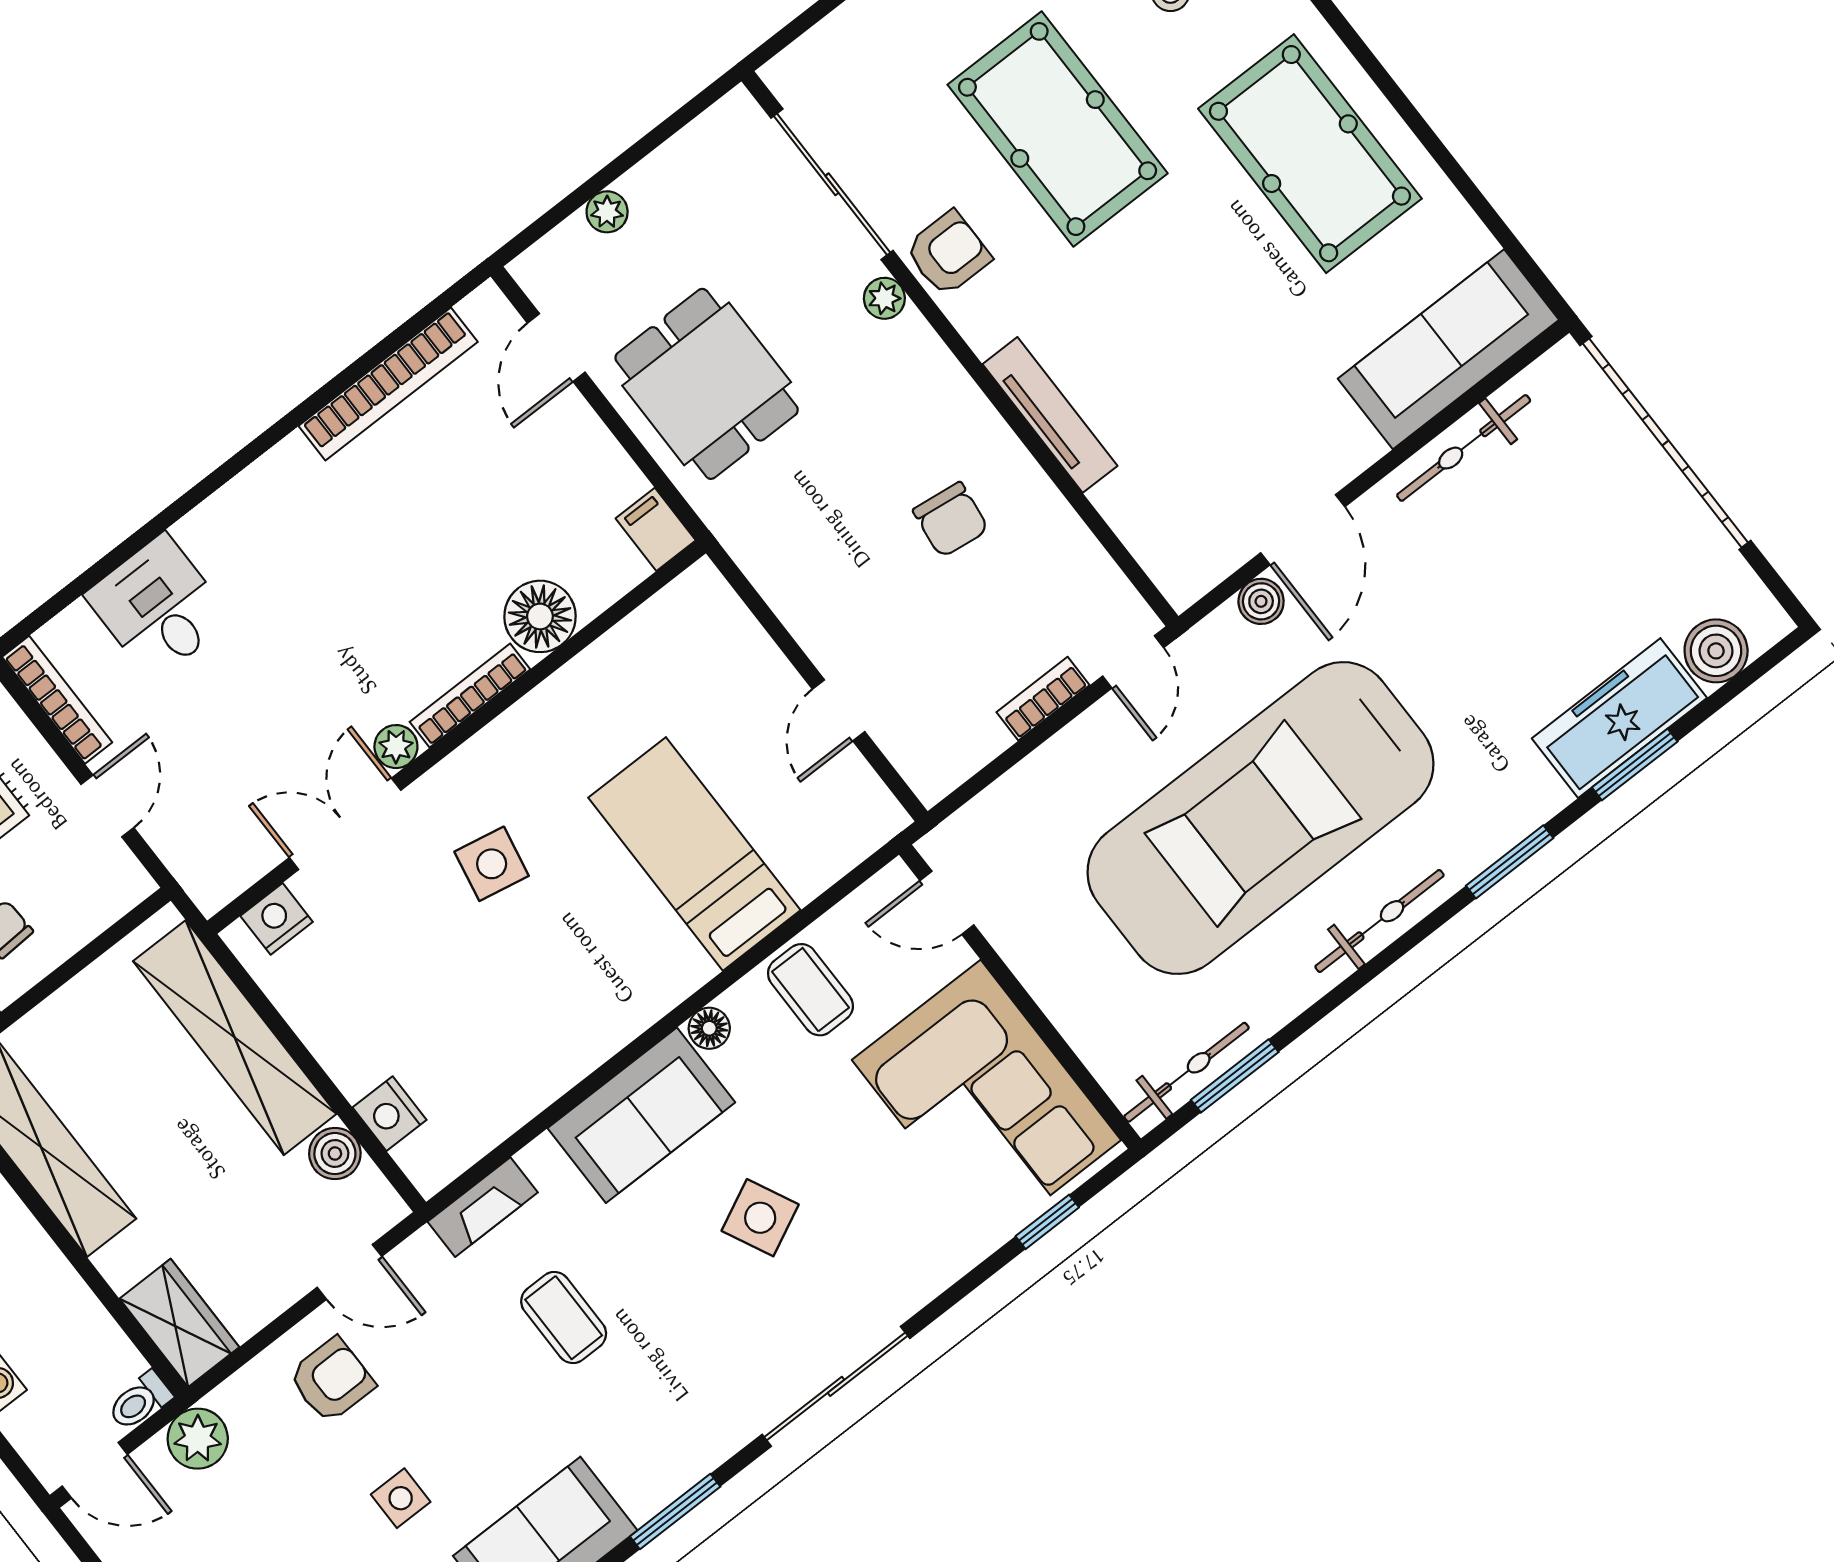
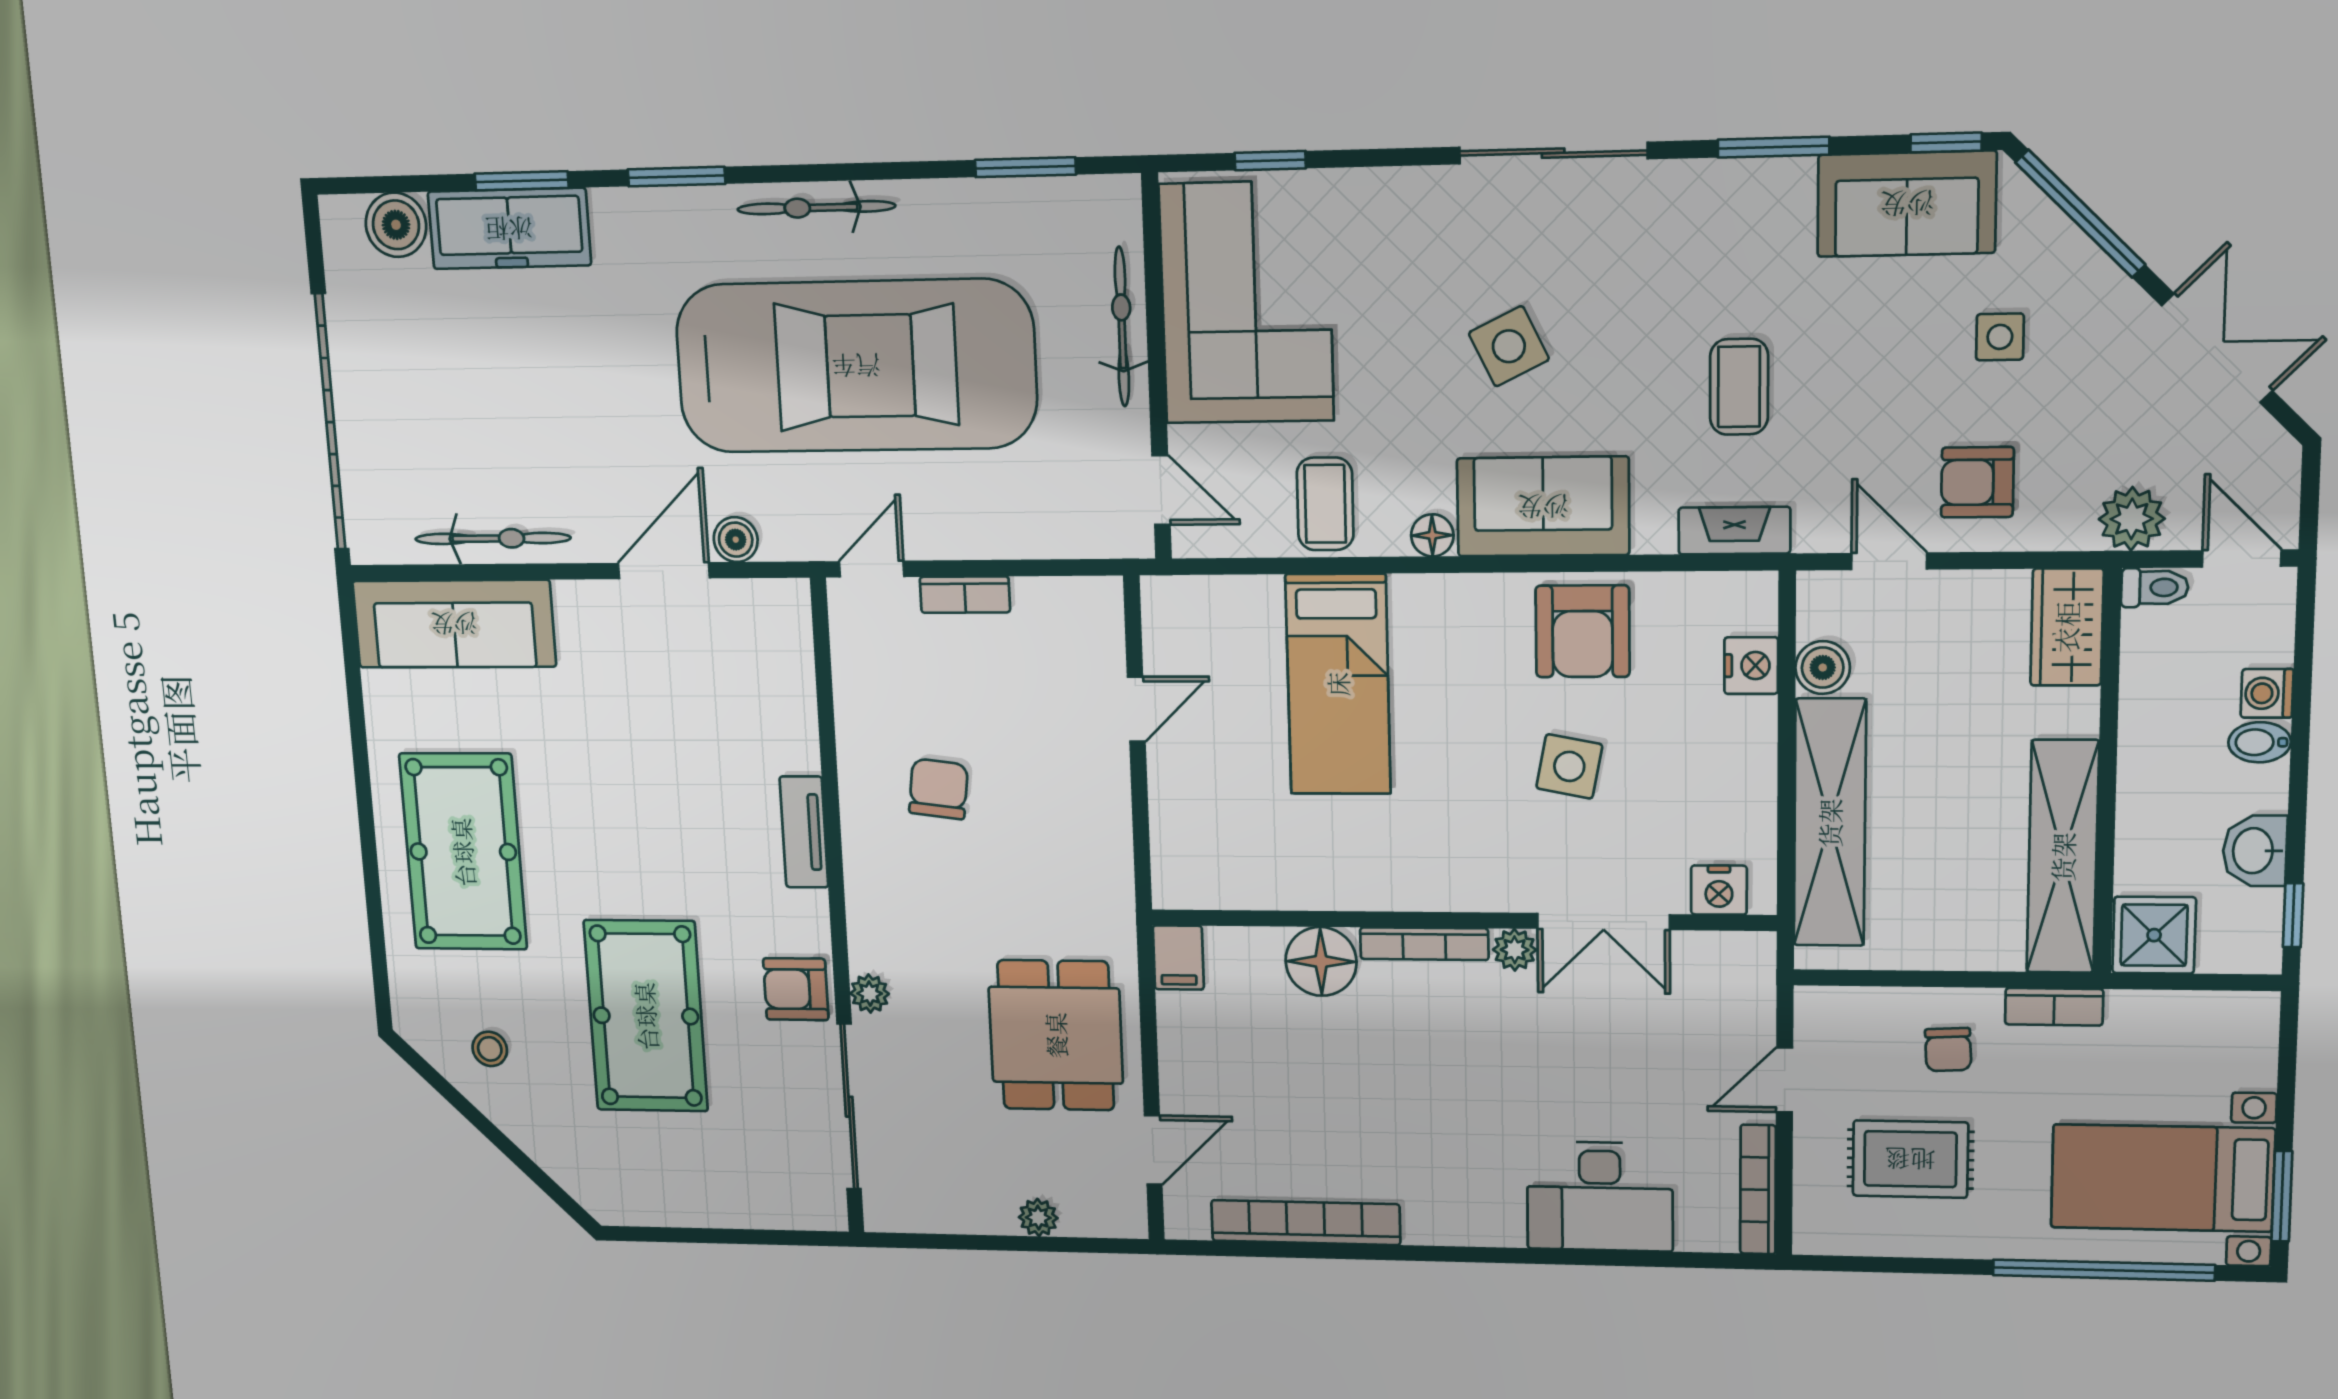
tv unit: (1050, 415) -> (804, 832), width x0.71
desk: (159, 607) -> (1600, 1196), width x1.37
side table: (492, 864) -> (1569, 766), moved
armchair: (538, 1042) -> (1583, 631), added
bicycle: (1186, 1072) -> (1122, 327), moved, turned 90

